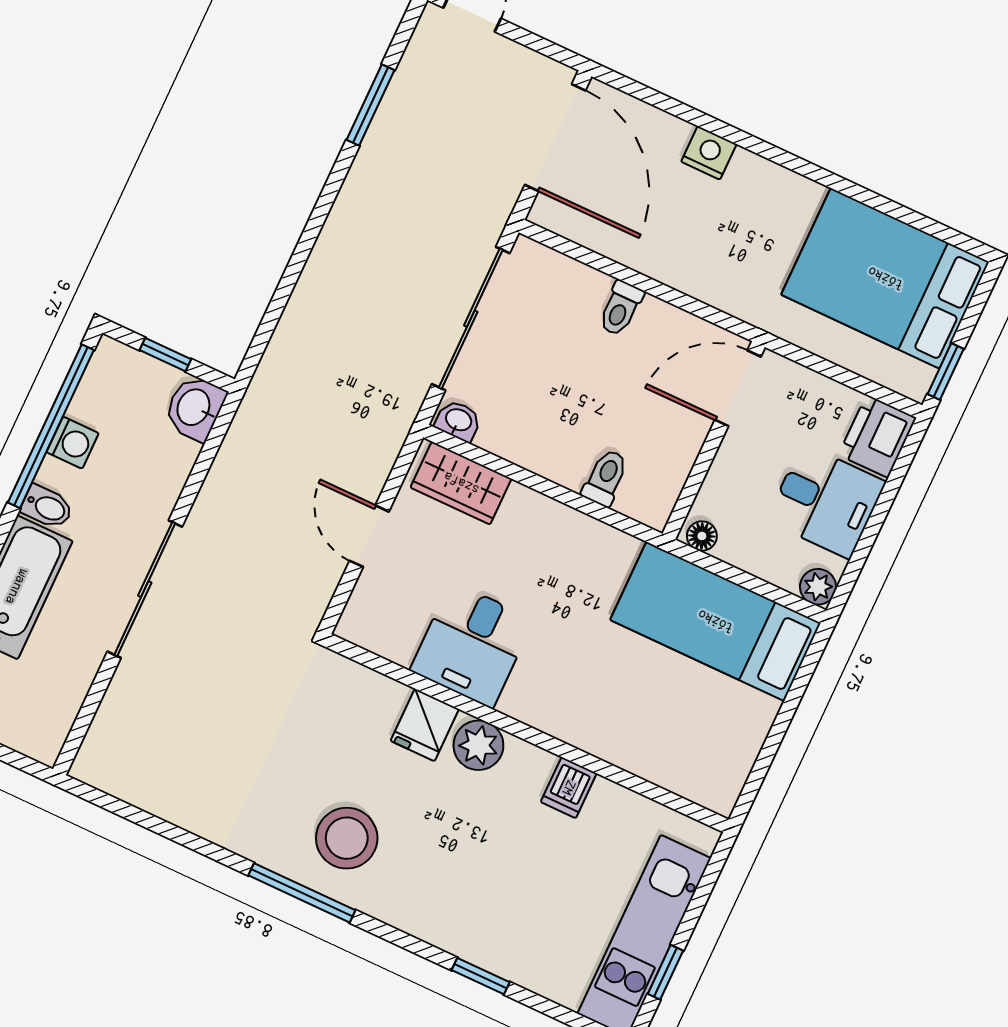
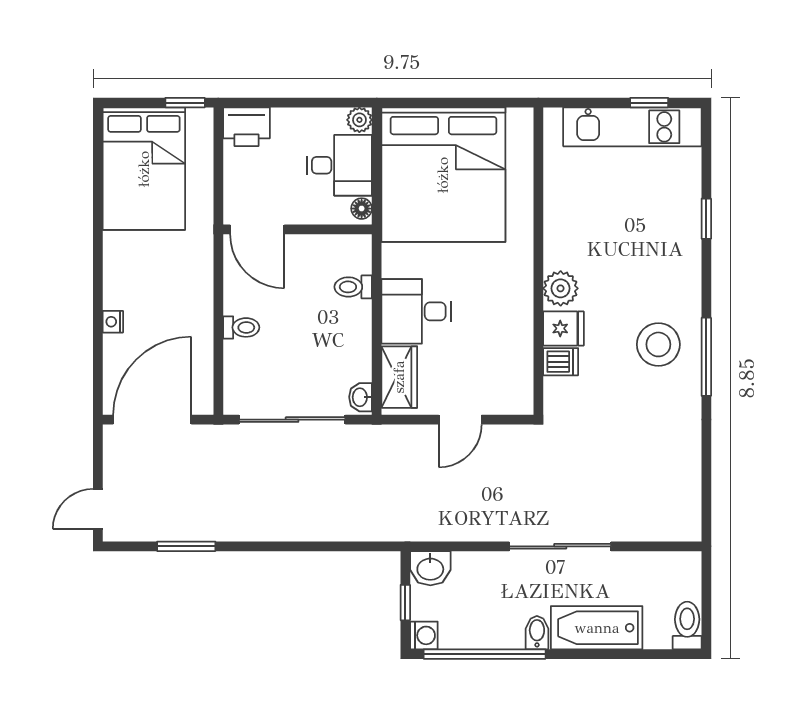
nightstand: (709, 153) -> (113, 322), width x0.72, depth x0.74
washing machine: (73, 443) -> (424, 635), moved, turned 90
desk: (826, 501) -> (339, 165), moved, turned 90
bed: (715, 621) -> (443, 175), width x2.04
desk: (472, 645) -> (416, 311), moved, turned 180
dishwasher: (569, 788) -> (561, 362), moved

